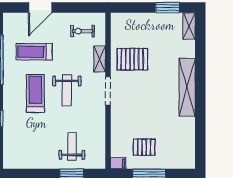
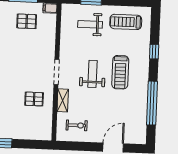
treadmill: (34, 52) -> (126, 22), moved, turned 180
pallet: (132, 59) -> (34, 99), width x0.67, depth x0.71
weight bench: (72, 147) -> (90, 24), turned 90

